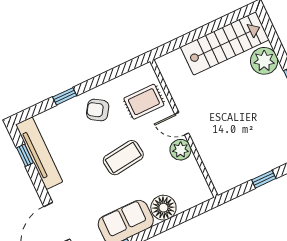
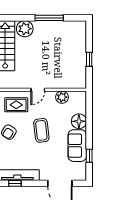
rug: (144, 102) -> (16, 105), turned 90
plant: (180, 150) -> (62, 97), moved

